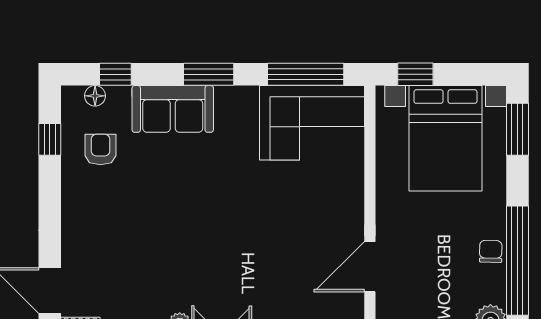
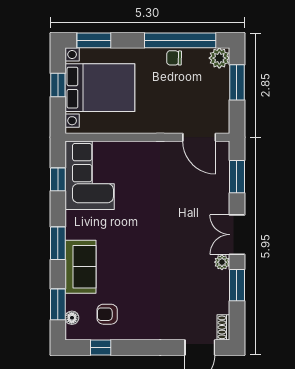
window: (115, 74) -> (58, 304), width x1.50
window: (306, 74) -> (58, 179), width x0.46
window: (415, 74) -> (58, 85), moved
door: (370, 267) -> (199, 137), moved

